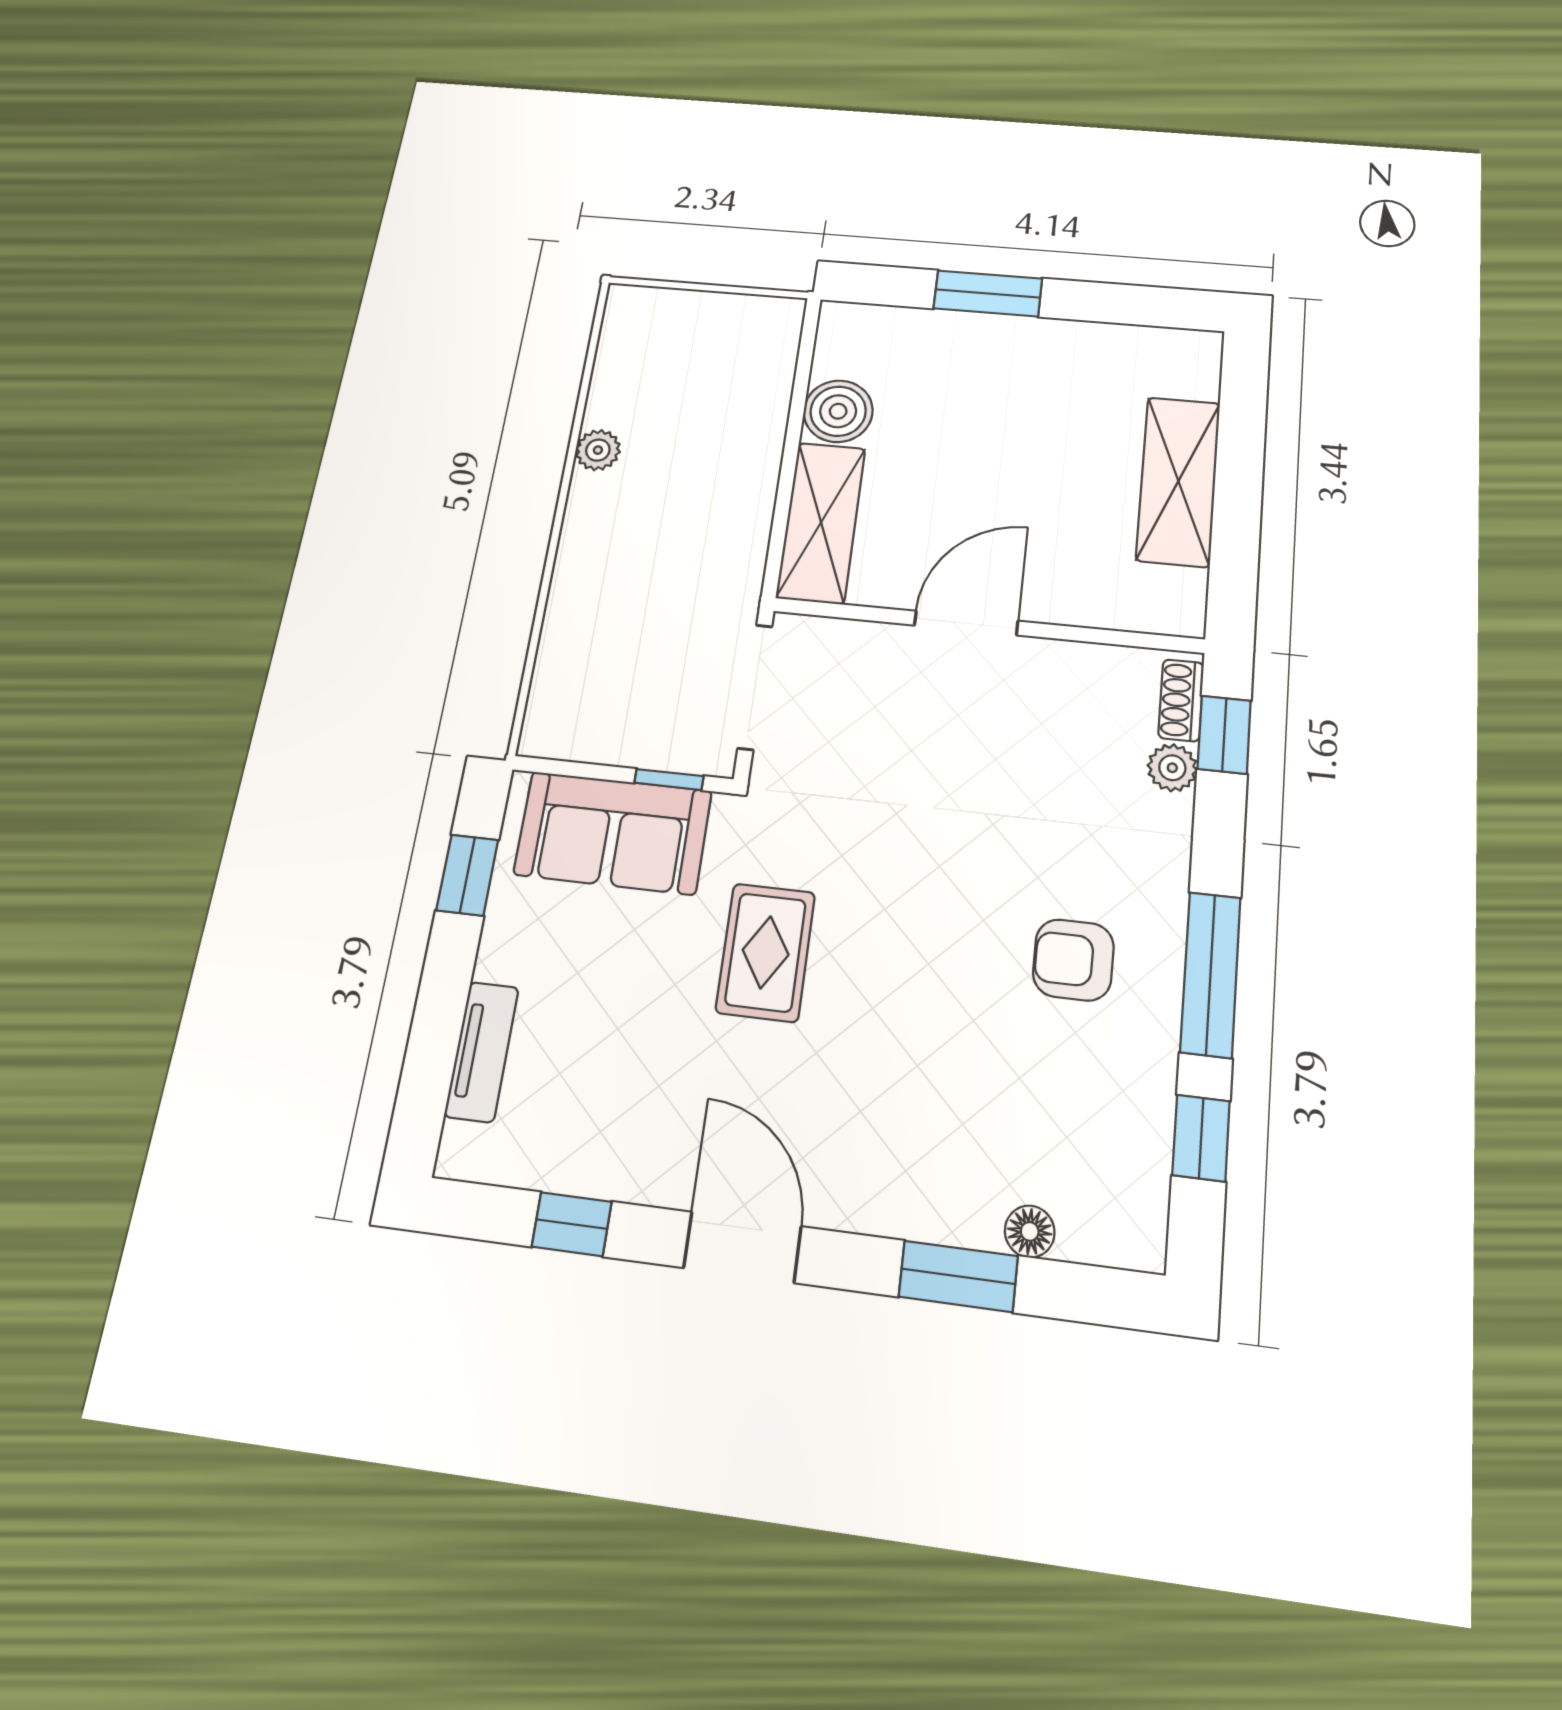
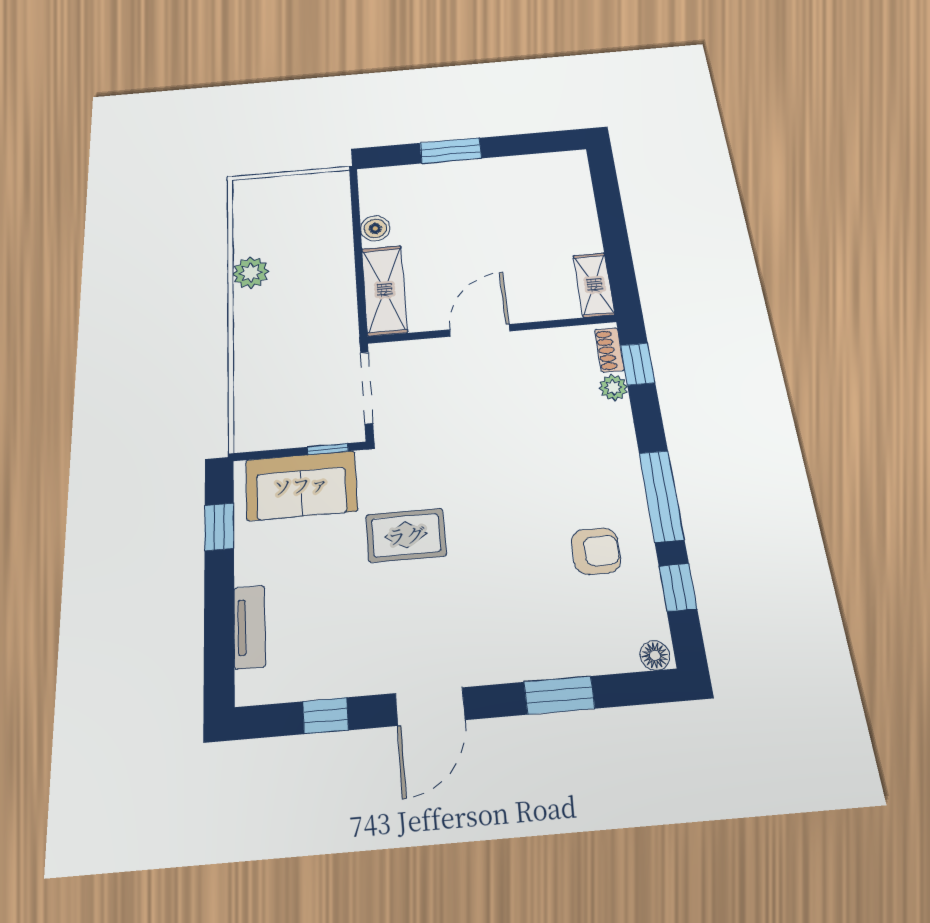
boiler: (838, 411) -> (375, 228), width x0.73, depth x0.73
plant: (598, 450) -> (251, 273), width x1.38, depth x1.38
shelving: (1178, 481) -> (594, 285), moved, width x0.67, depth x0.75
rug: (766, 952) -> (406, 535), turned 90
armchair: (1073, 960) -> (596, 551), moved, turned 180
floor lamp: (1030, 1231) -> (655, 655), moved
door: (742, 1247) -> (430, 707), swing flipped

